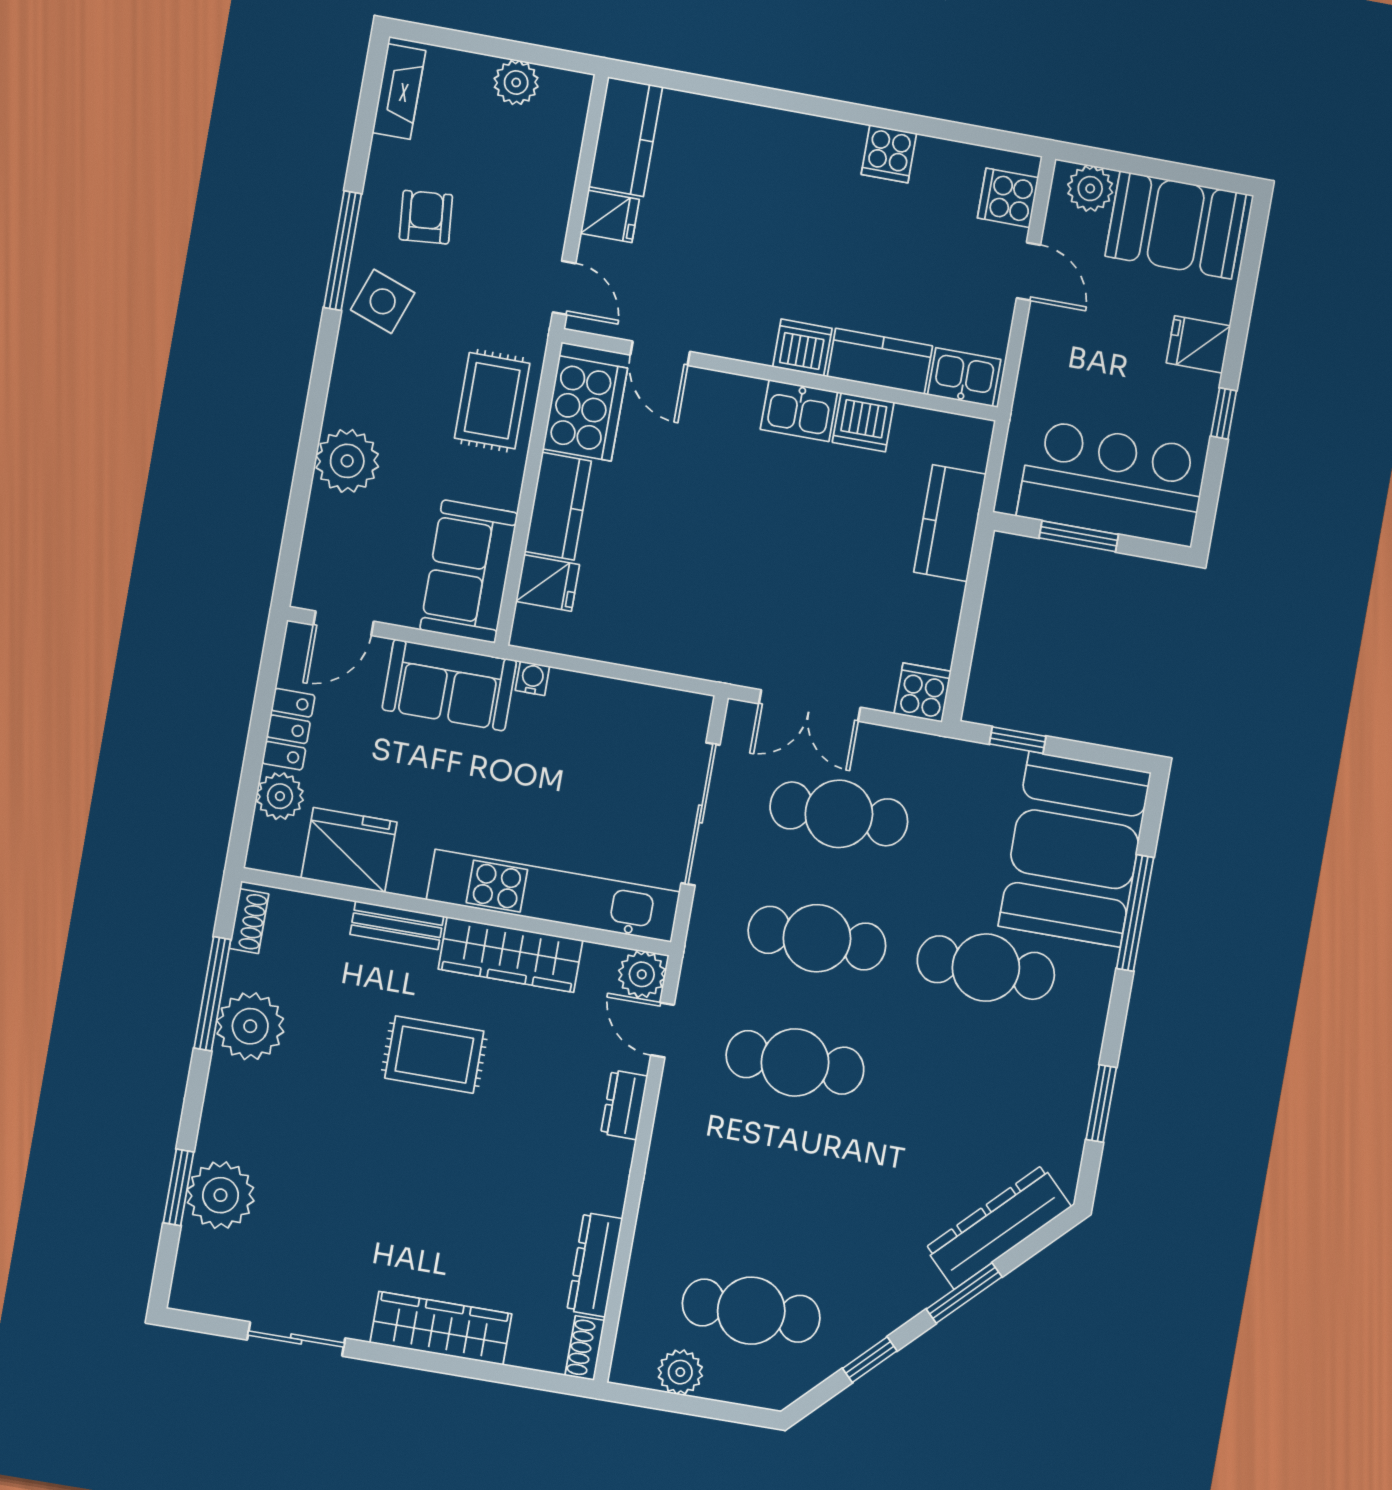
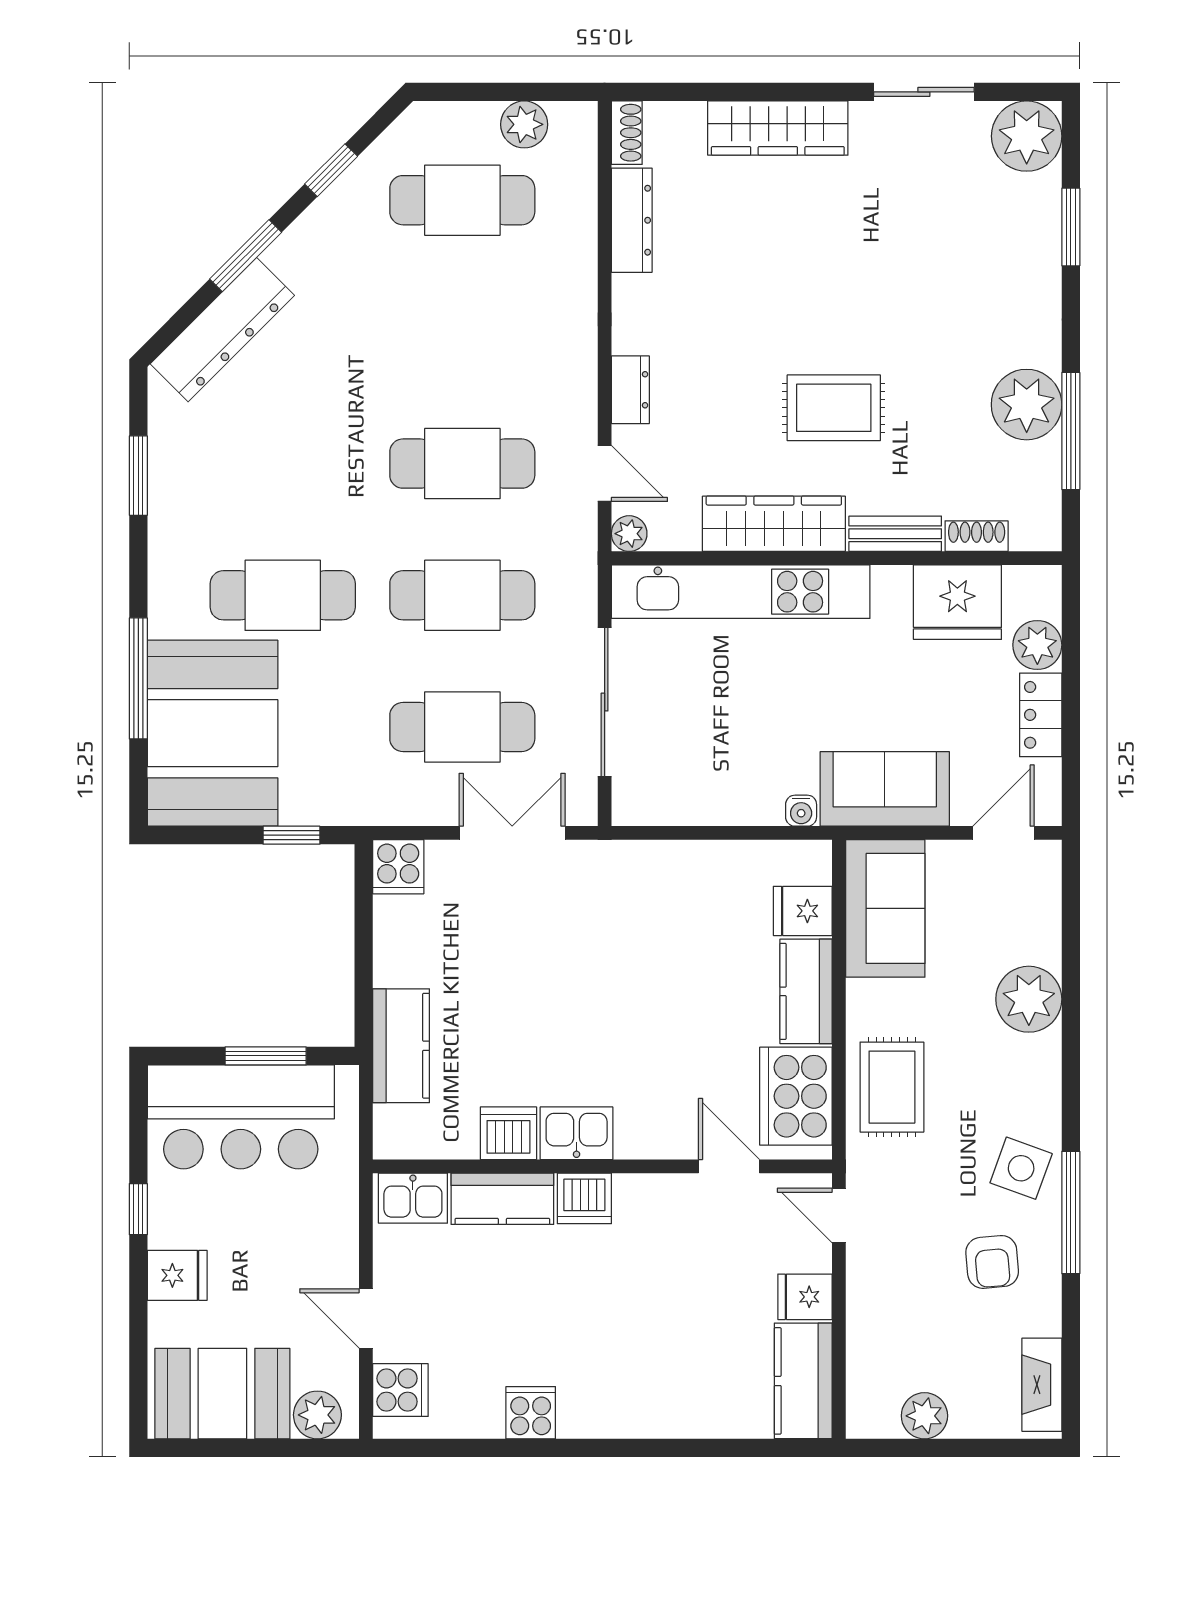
shoe rack: (249, 921) -> (977, 536), moved, turned 90
plant: (642, 974) -> (629, 534), width x0.73, depth x0.73
plant: (221, 1195) -> (1027, 136), moved

